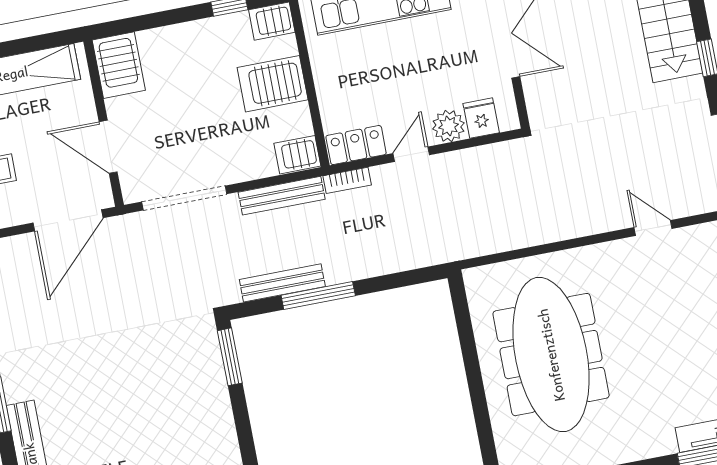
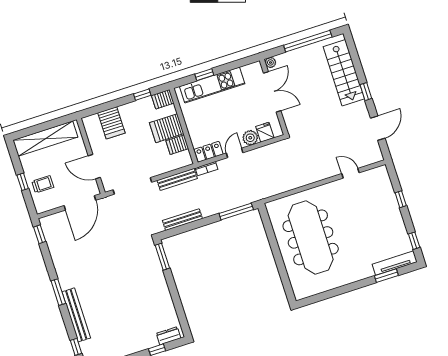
server rack: (119, 65) -> (111, 123), moved
server rack: (297, 155) -> (177, 145), moved
window: (318, 295) -> (236, 212), moved

